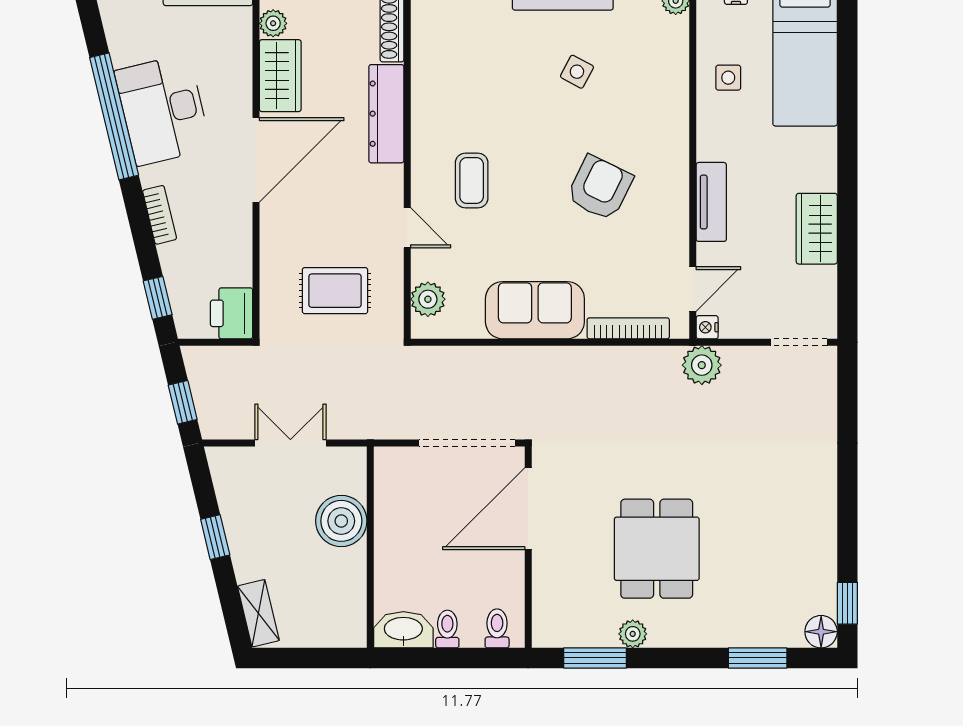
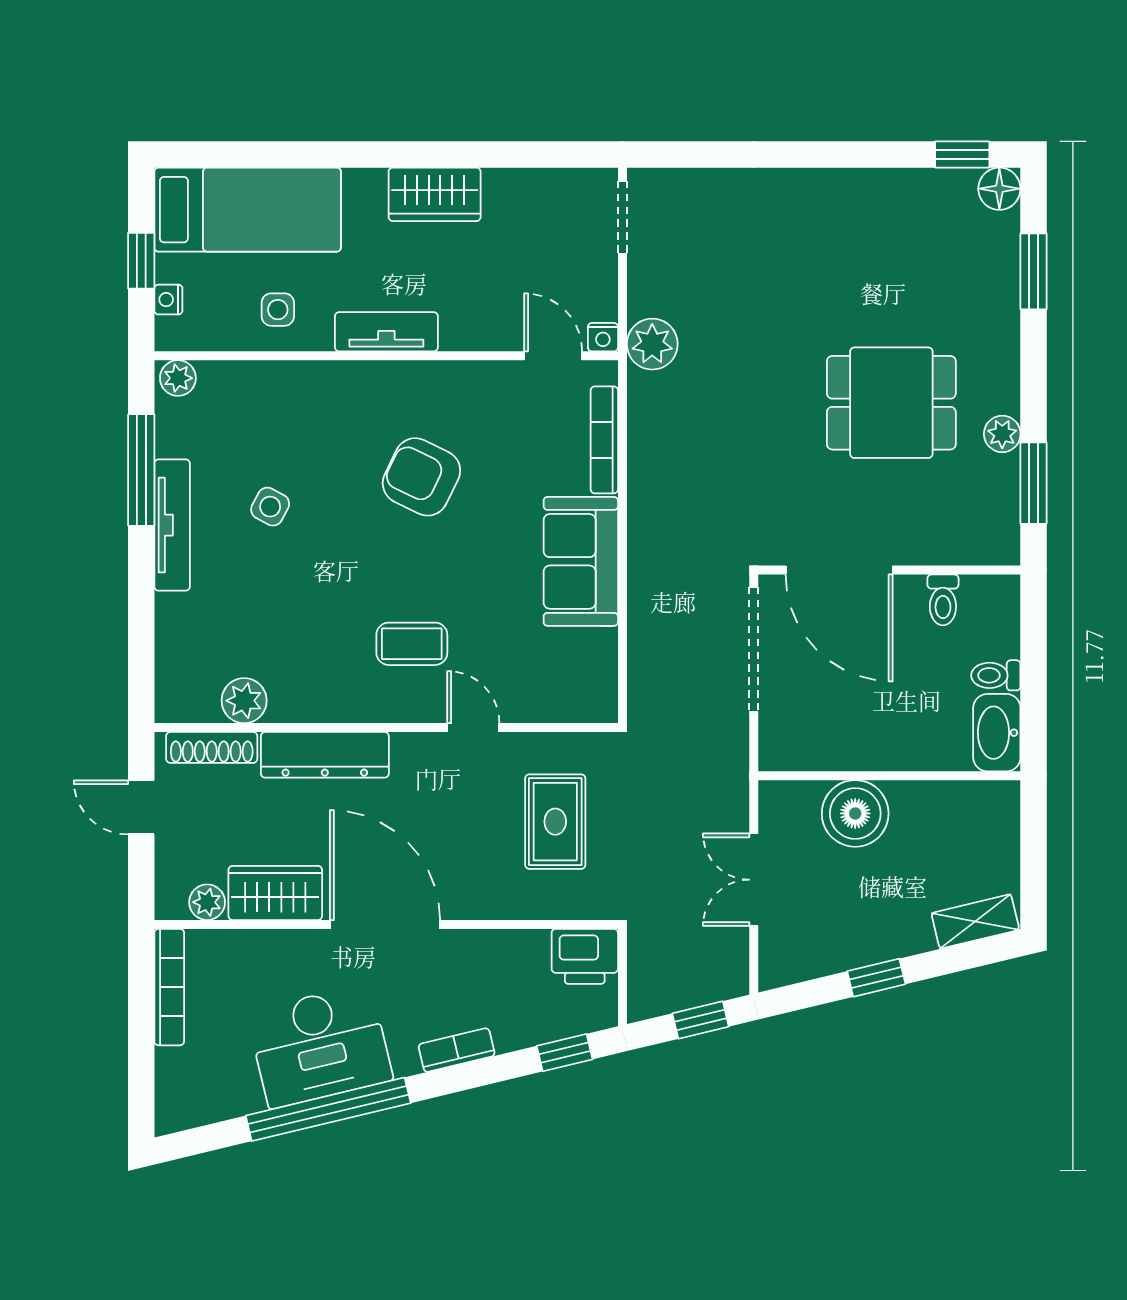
tv unit: (711, 202) -> (386, 332), moved
door: (407, 228) -> (473, 728), hinge flipped
wardrobe: (817, 229) -> (435, 194), moved
plant: (428, 299) -> (244, 701), moved
toilet: (497, 628) -> (943, 600), moved, turned -90

